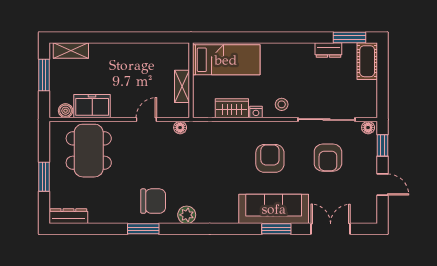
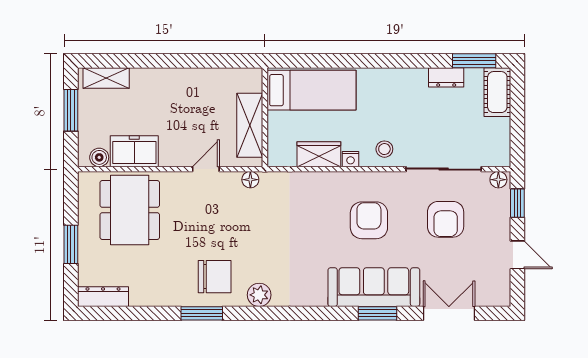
shelving: (182, 86) -> (250, 125), width x1.50, depth x1.33

